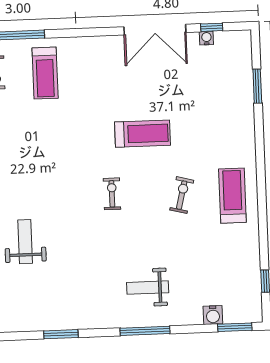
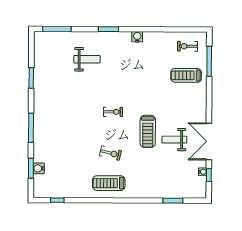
treadmill: (232, 196) -> (109, 183), turned 180
weight bench: (148, 288) -> (174, 140), moved, turned -90
window: (235, 327) -> (31, 168), moved

